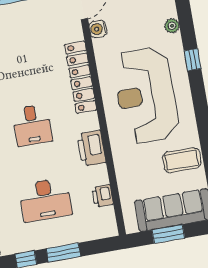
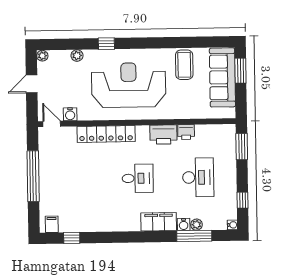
reception desk: (146, 95) -> (129, 85), turned 180
printer: (103, 196) -> (186, 132), moved
window: (168, 234) -> (240, 71), moved
window: (63, 252) -> (242, 147), moved

